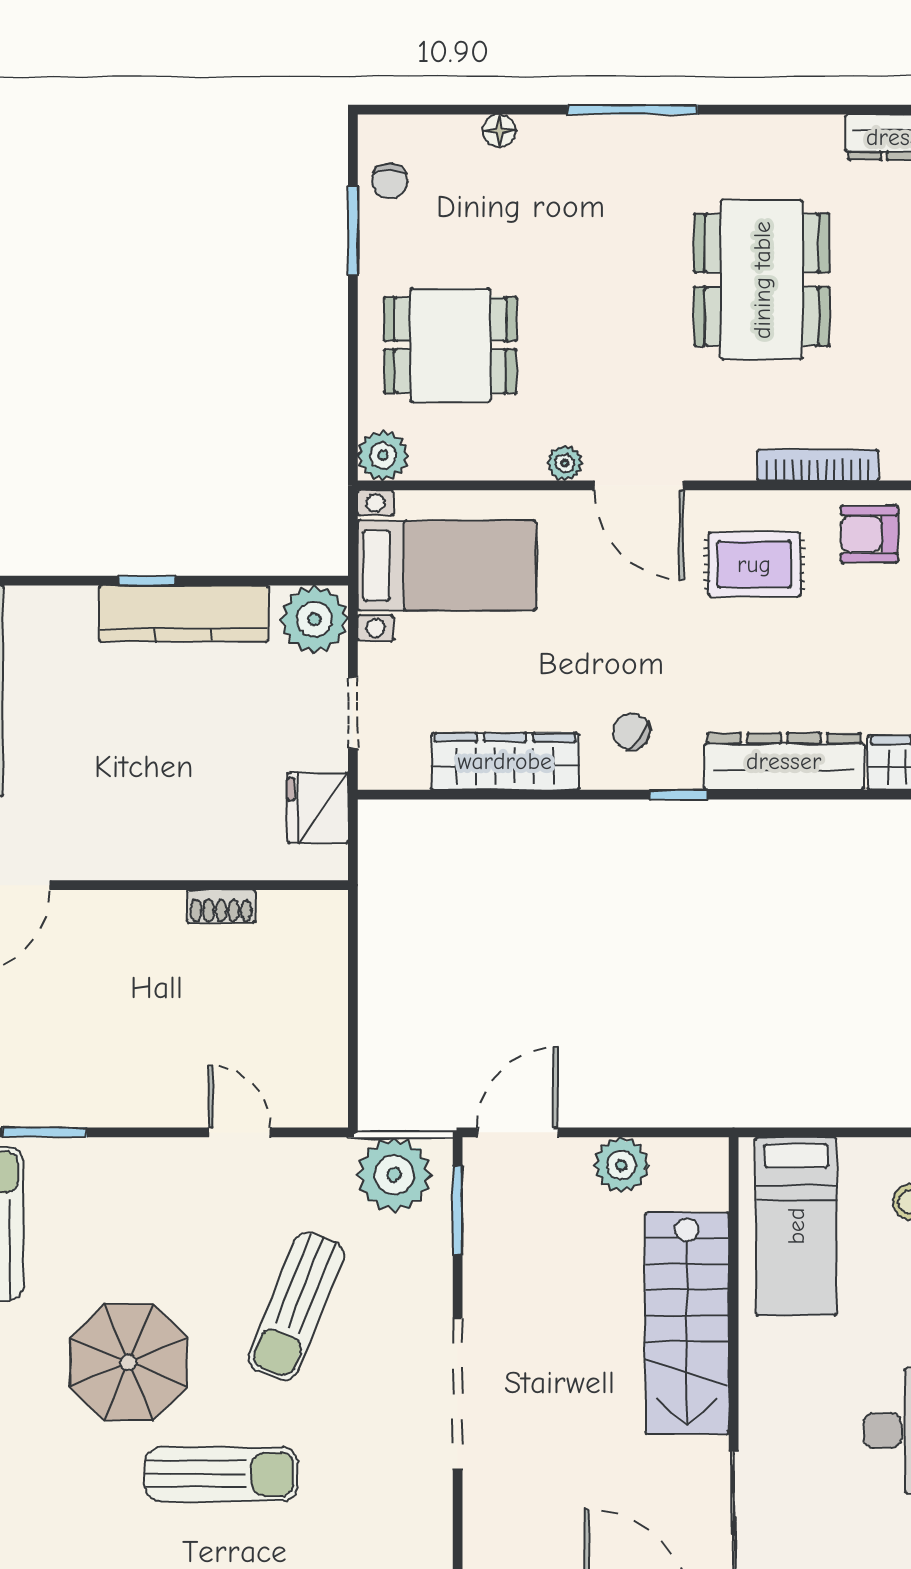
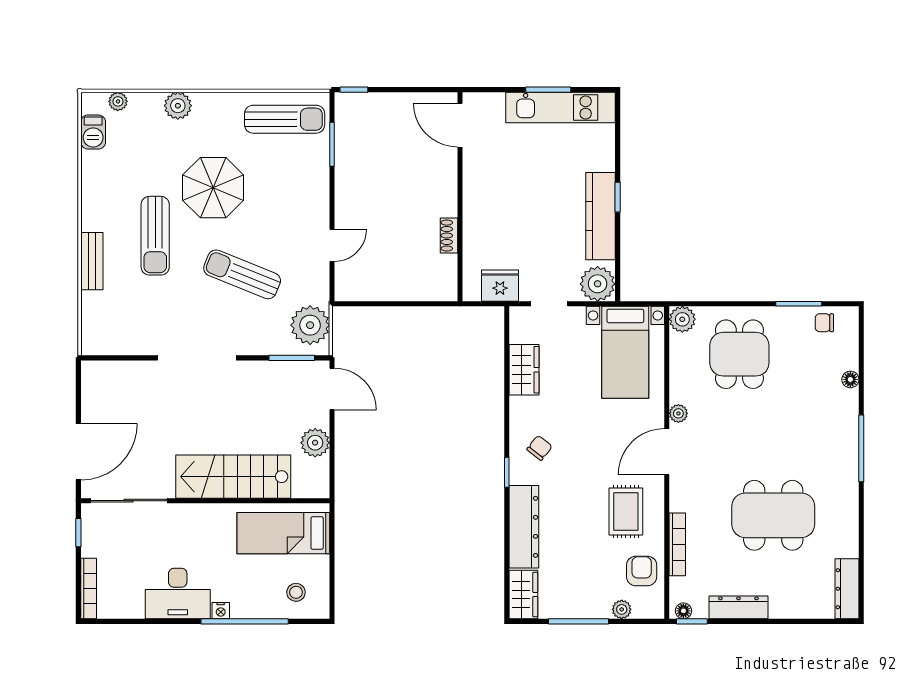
wardrobe: (505, 761) -> (524, 370), width x0.67

